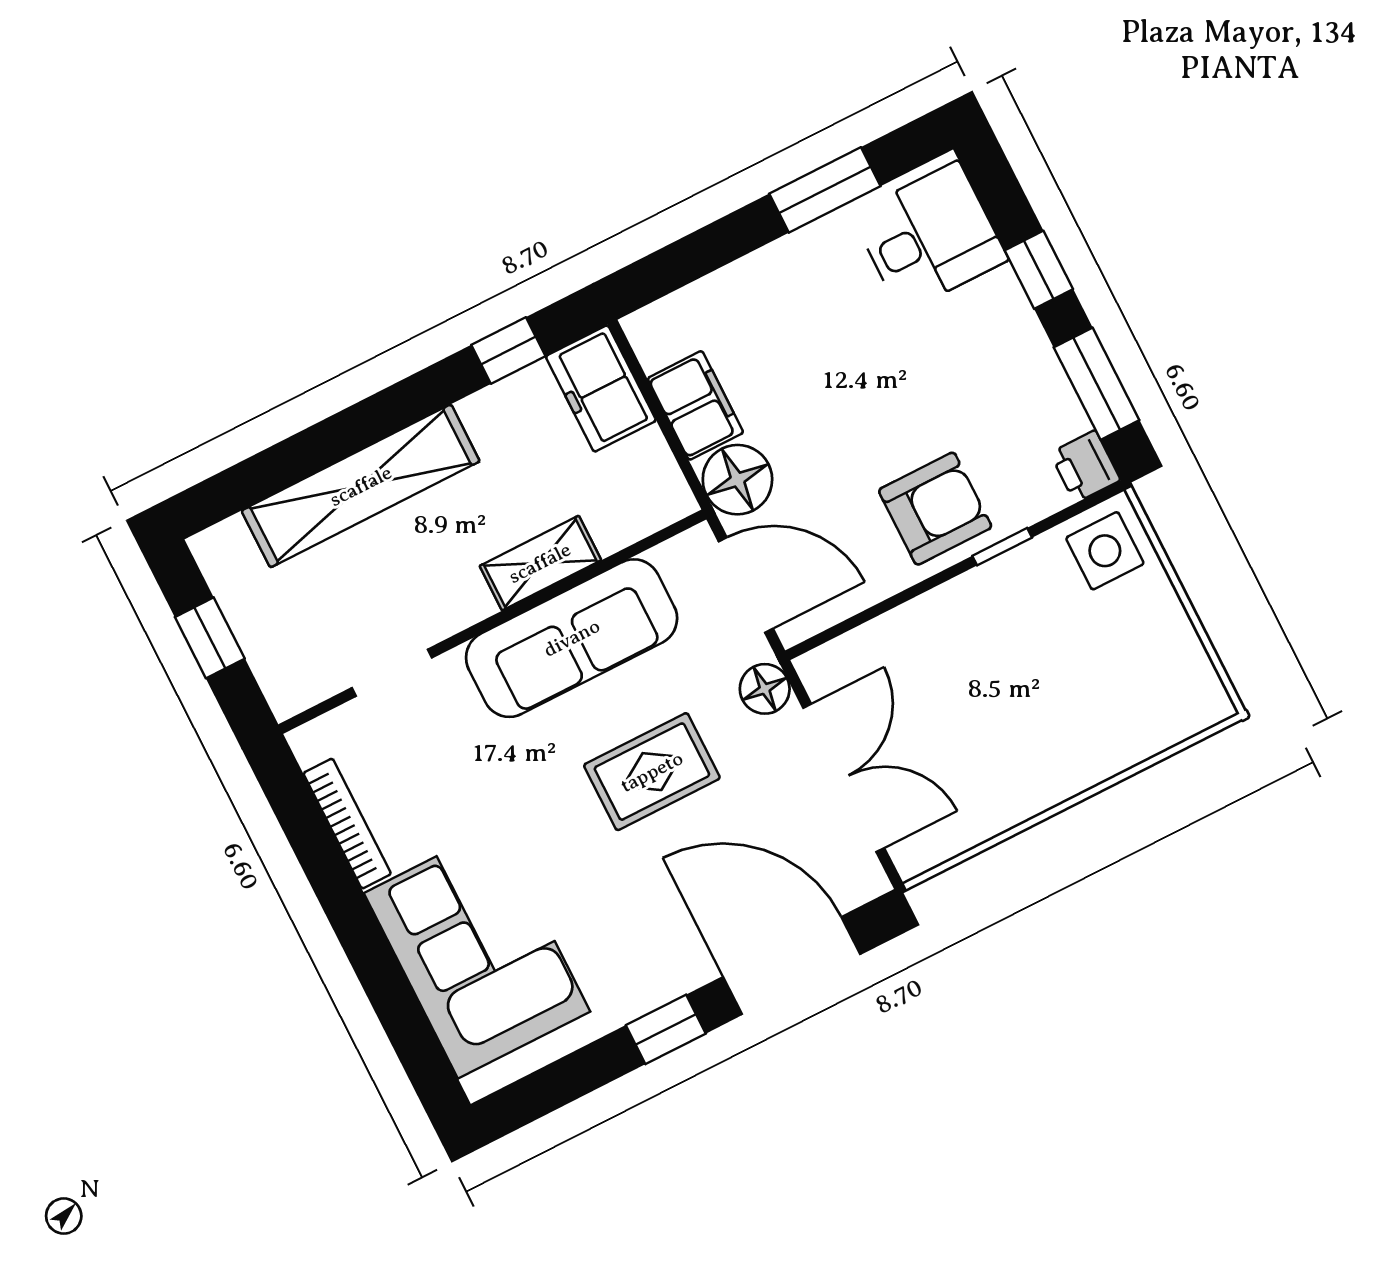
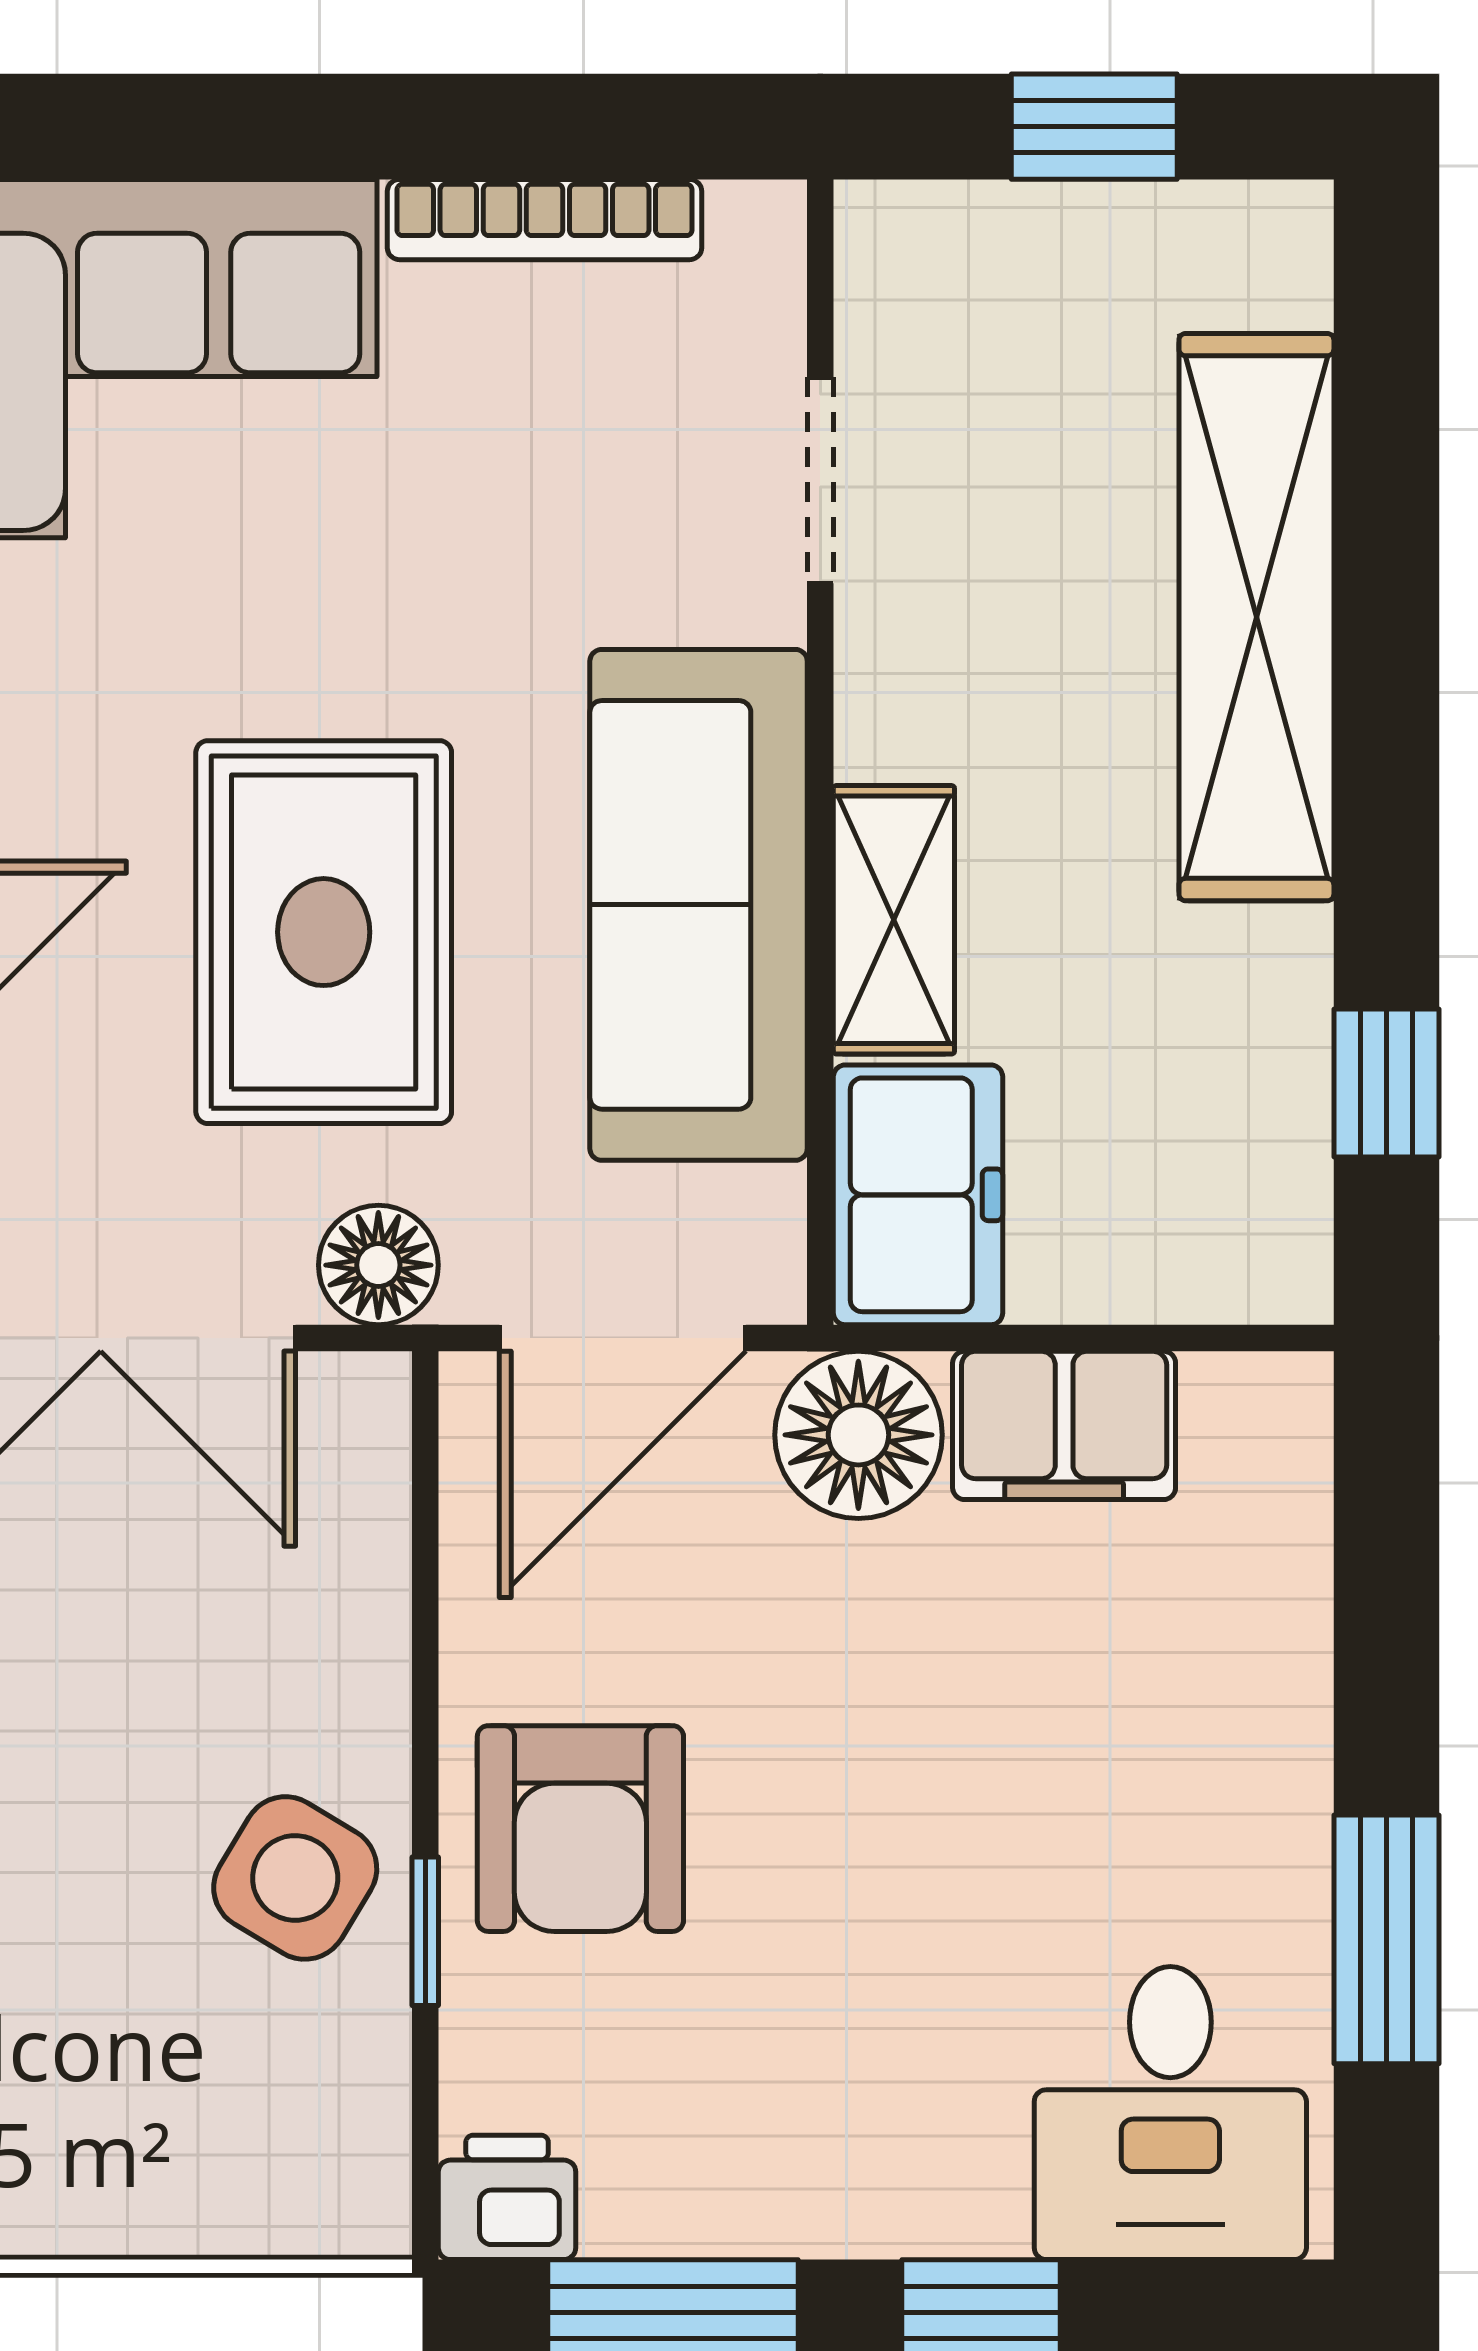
freezer: (601, 388) -> (918, 1195), moved, turned 90
side table: (1105, 551) -> (295, 1878), moved, turned 31
rug: (652, 772) -> (324, 932), width x1.36, depth x1.43

